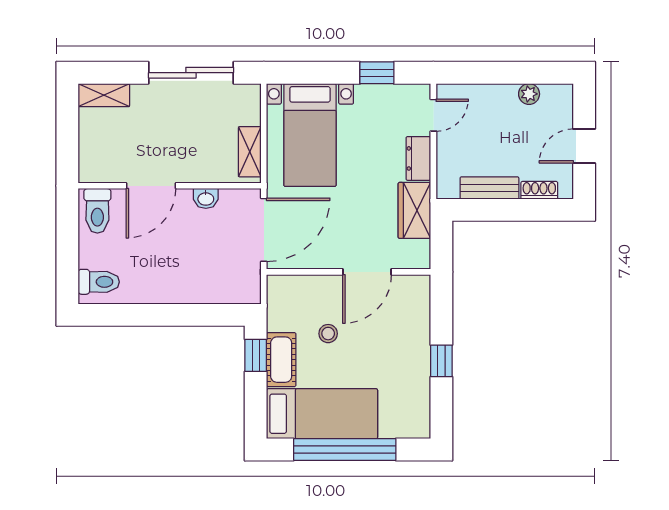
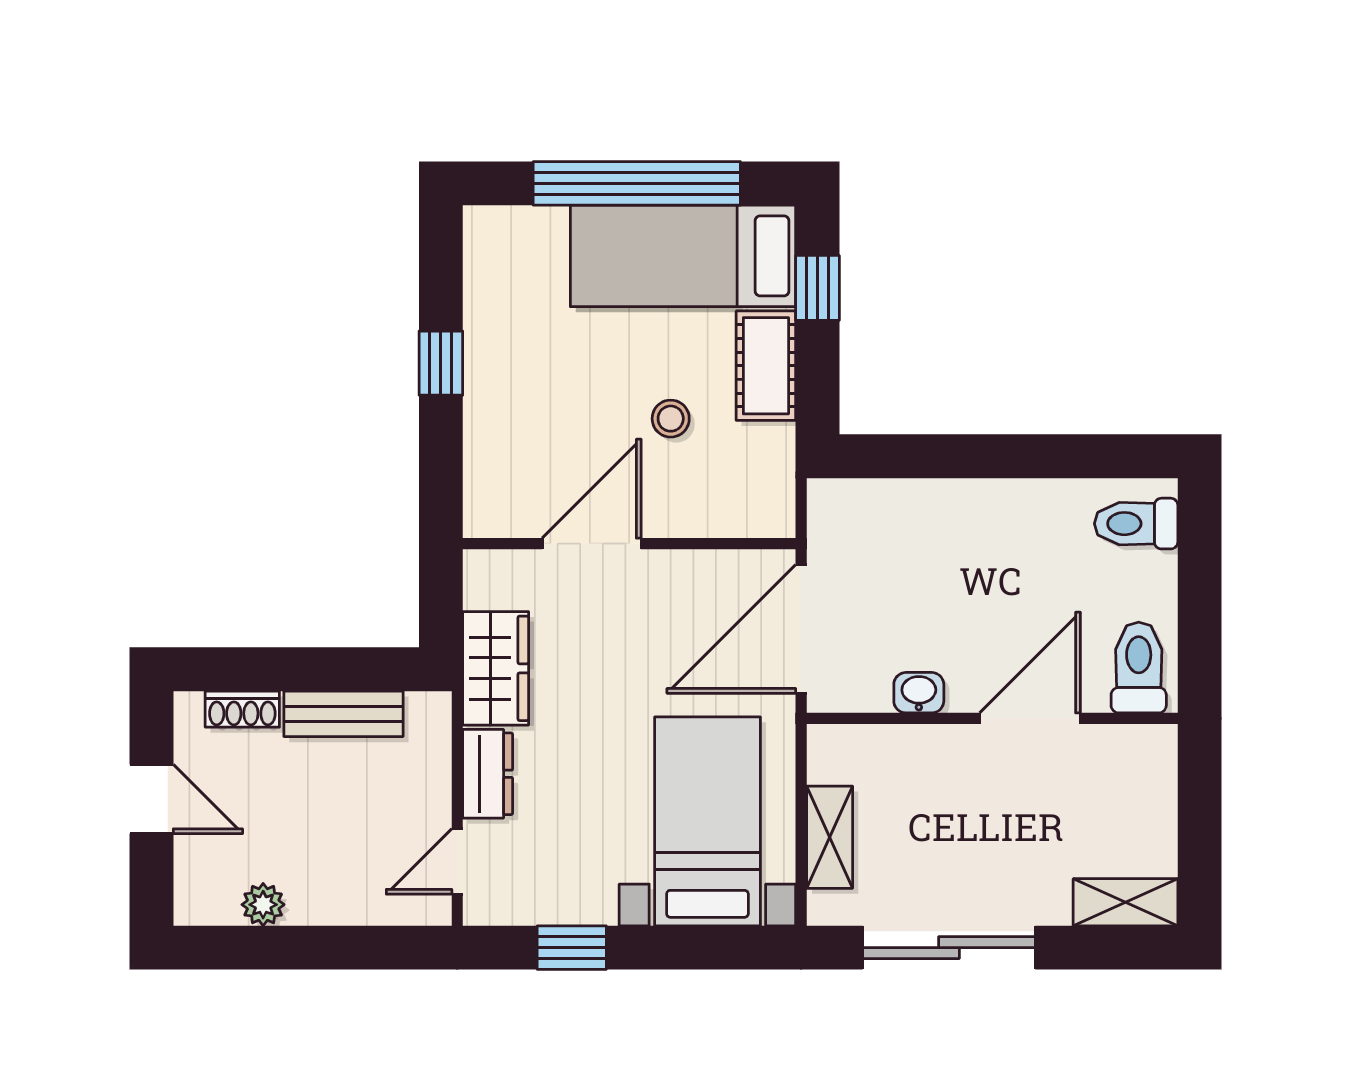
door: (584, 146) -> (152, 799), hinge flipped
shelving: (250, 152) -> (830, 837), moved
window: (256, 355) -> (818, 288), moved

